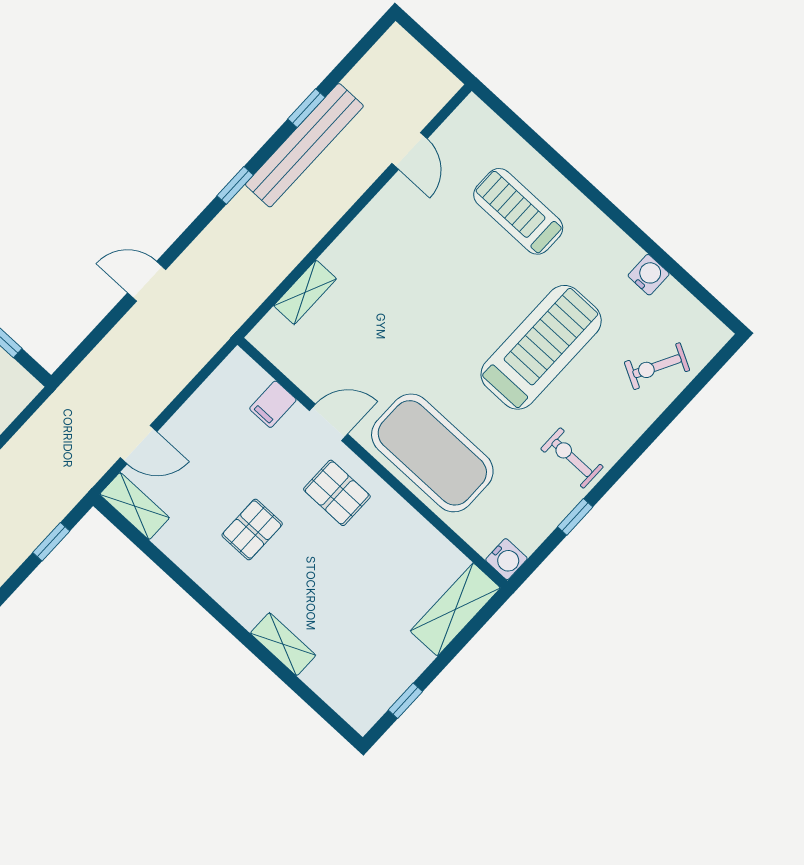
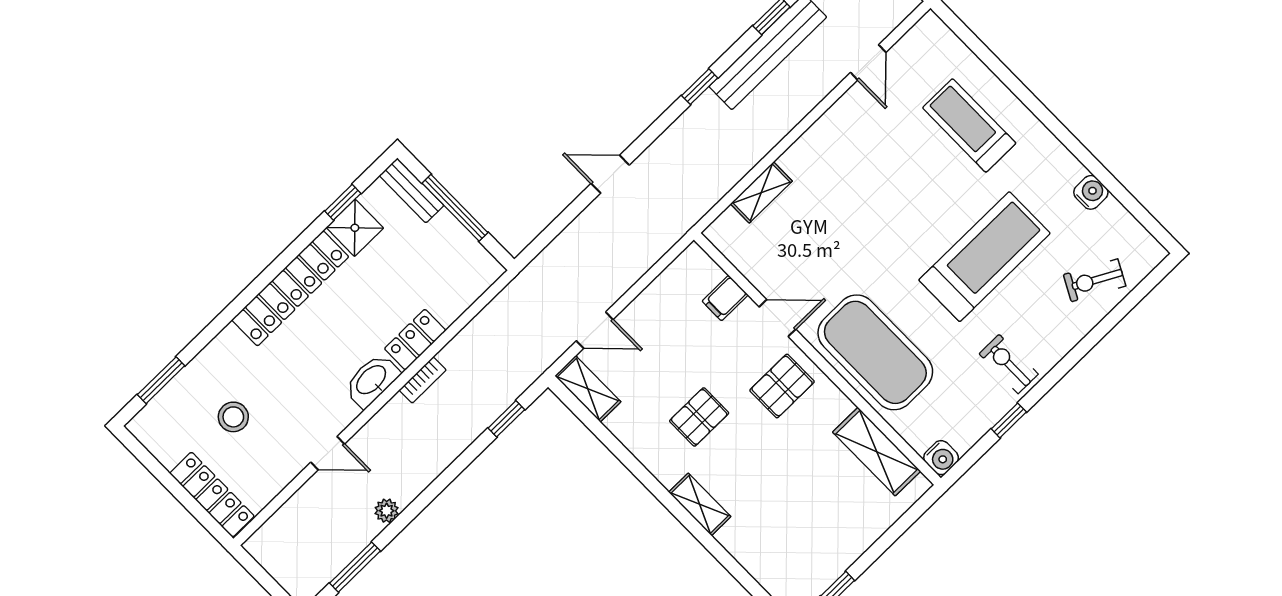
pallet: (337, 493) -> (782, 386), turned 90
shelving: (455, 610) -> (877, 452), moved, turned 90
shelving: (283, 644) -> (700, 504), moved

